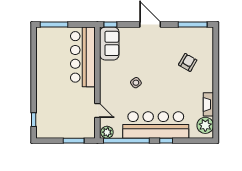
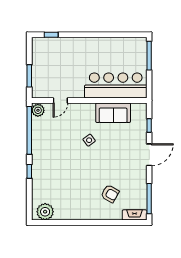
window: (110, 25) -> (149, 125), moved
sofa: (109, 43) -> (113, 113), moved
fireplace: (208, 104) -> (135, 215), moved
bar counter: (156, 125) -> (46, 161), removed

